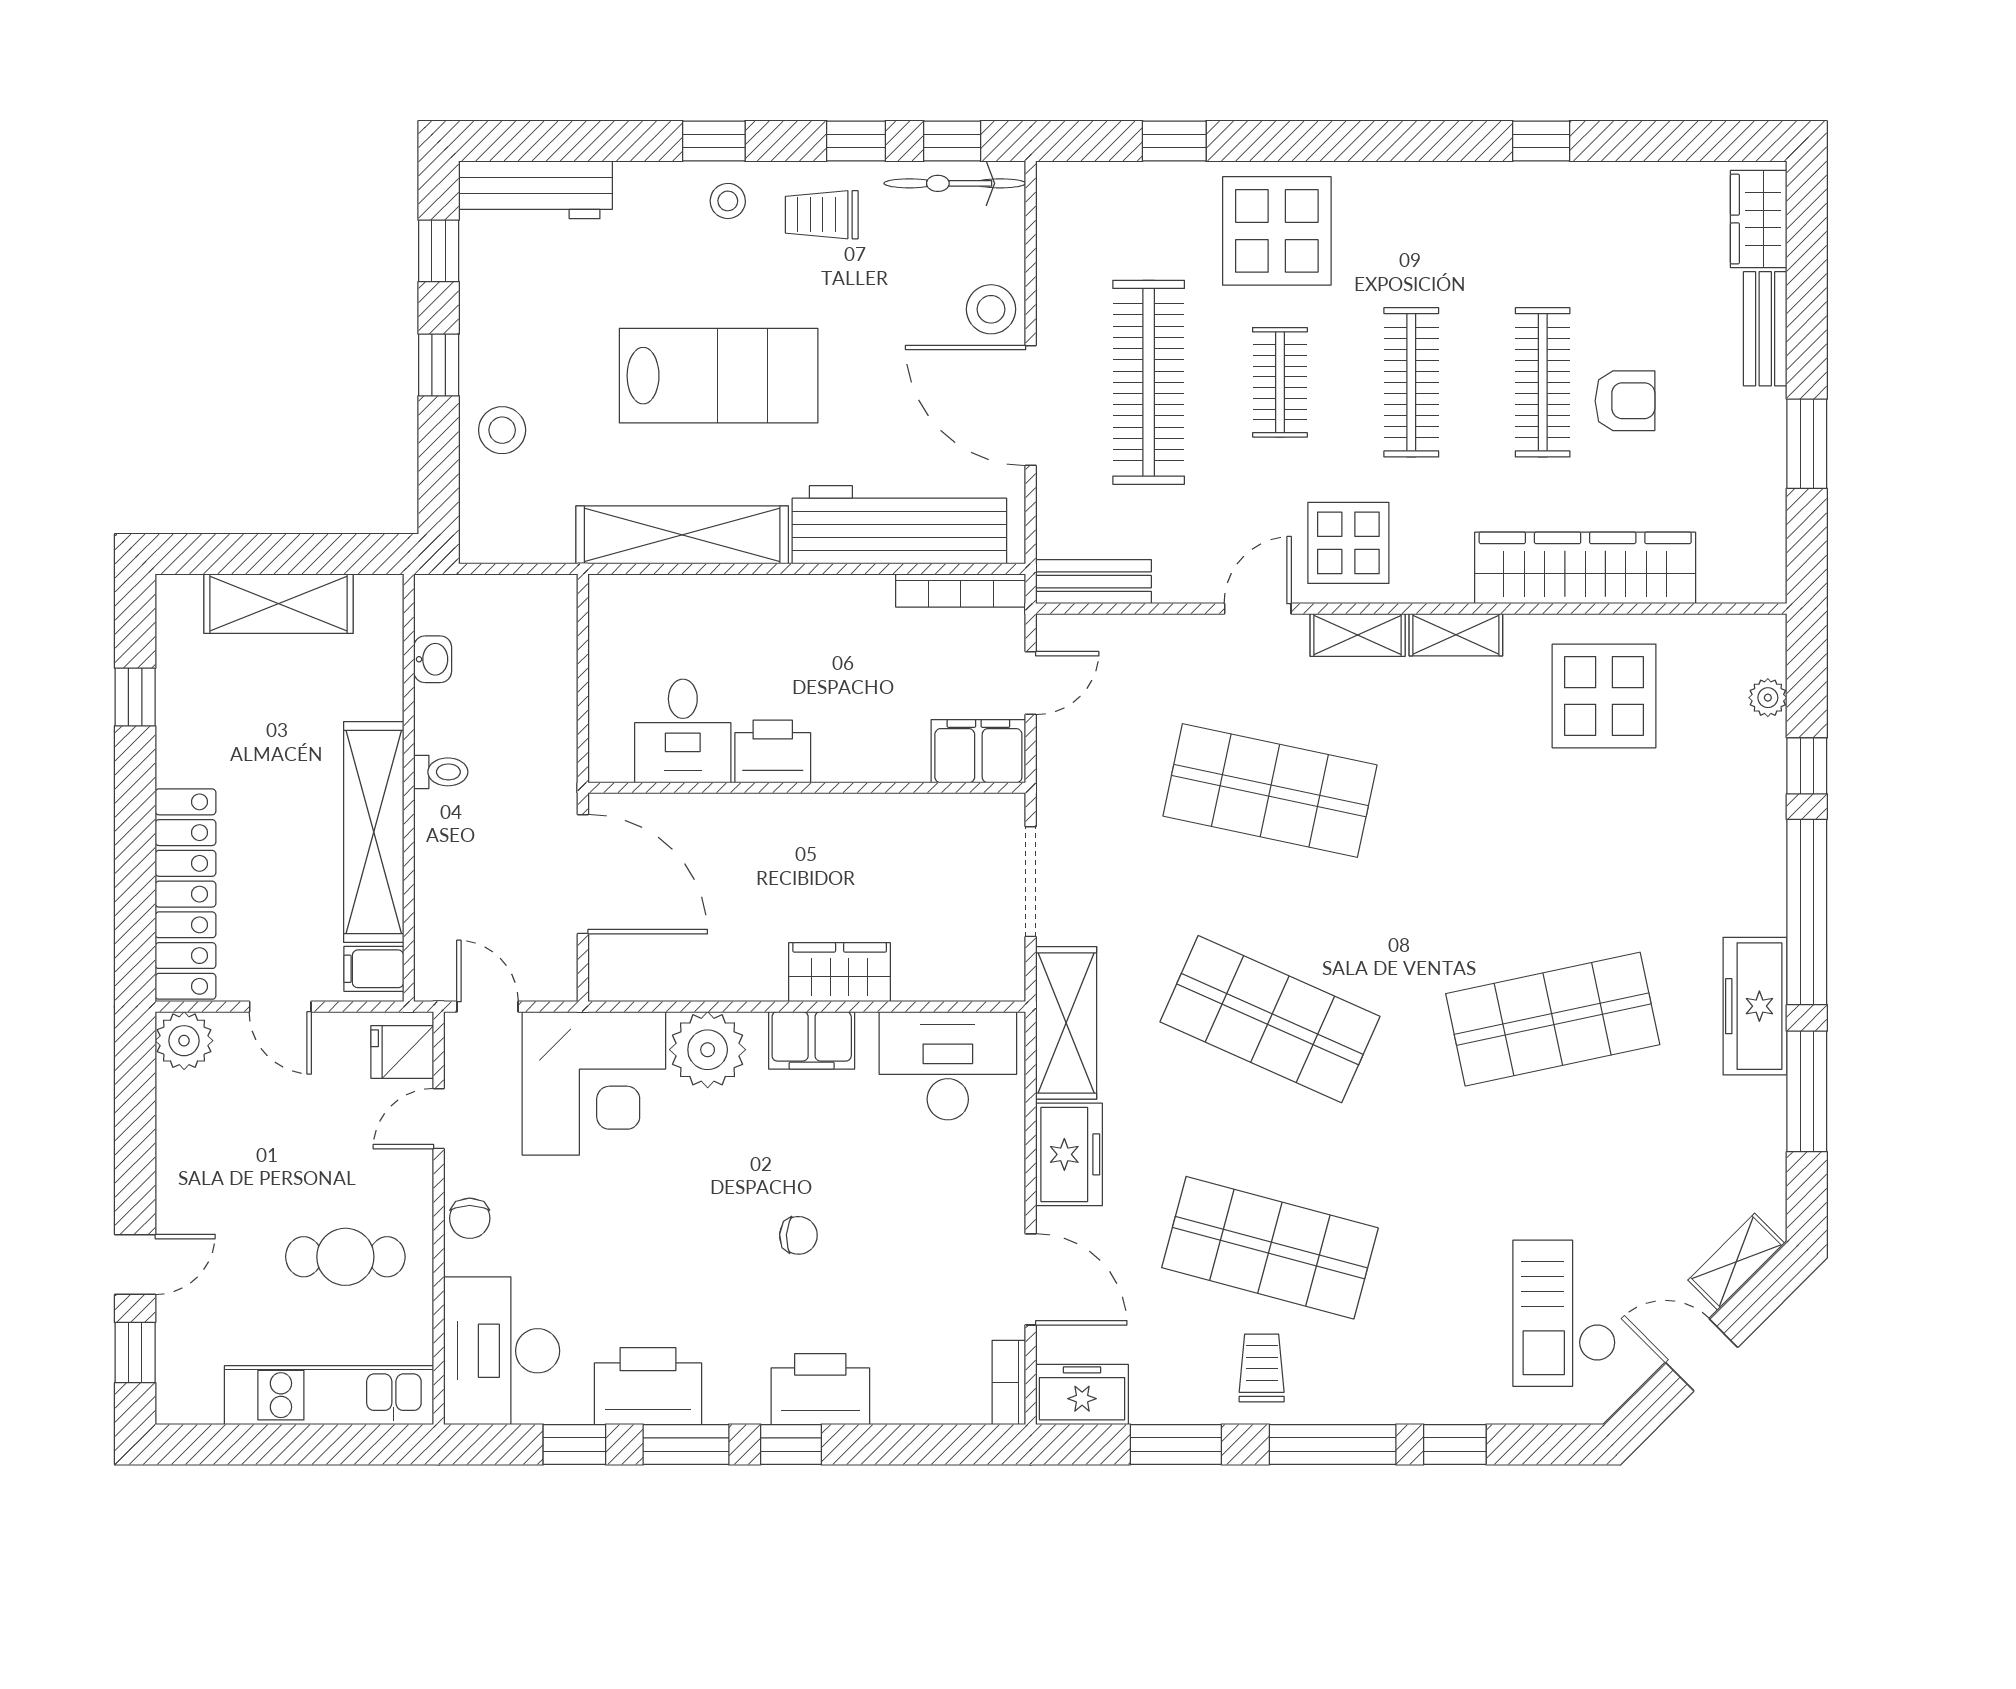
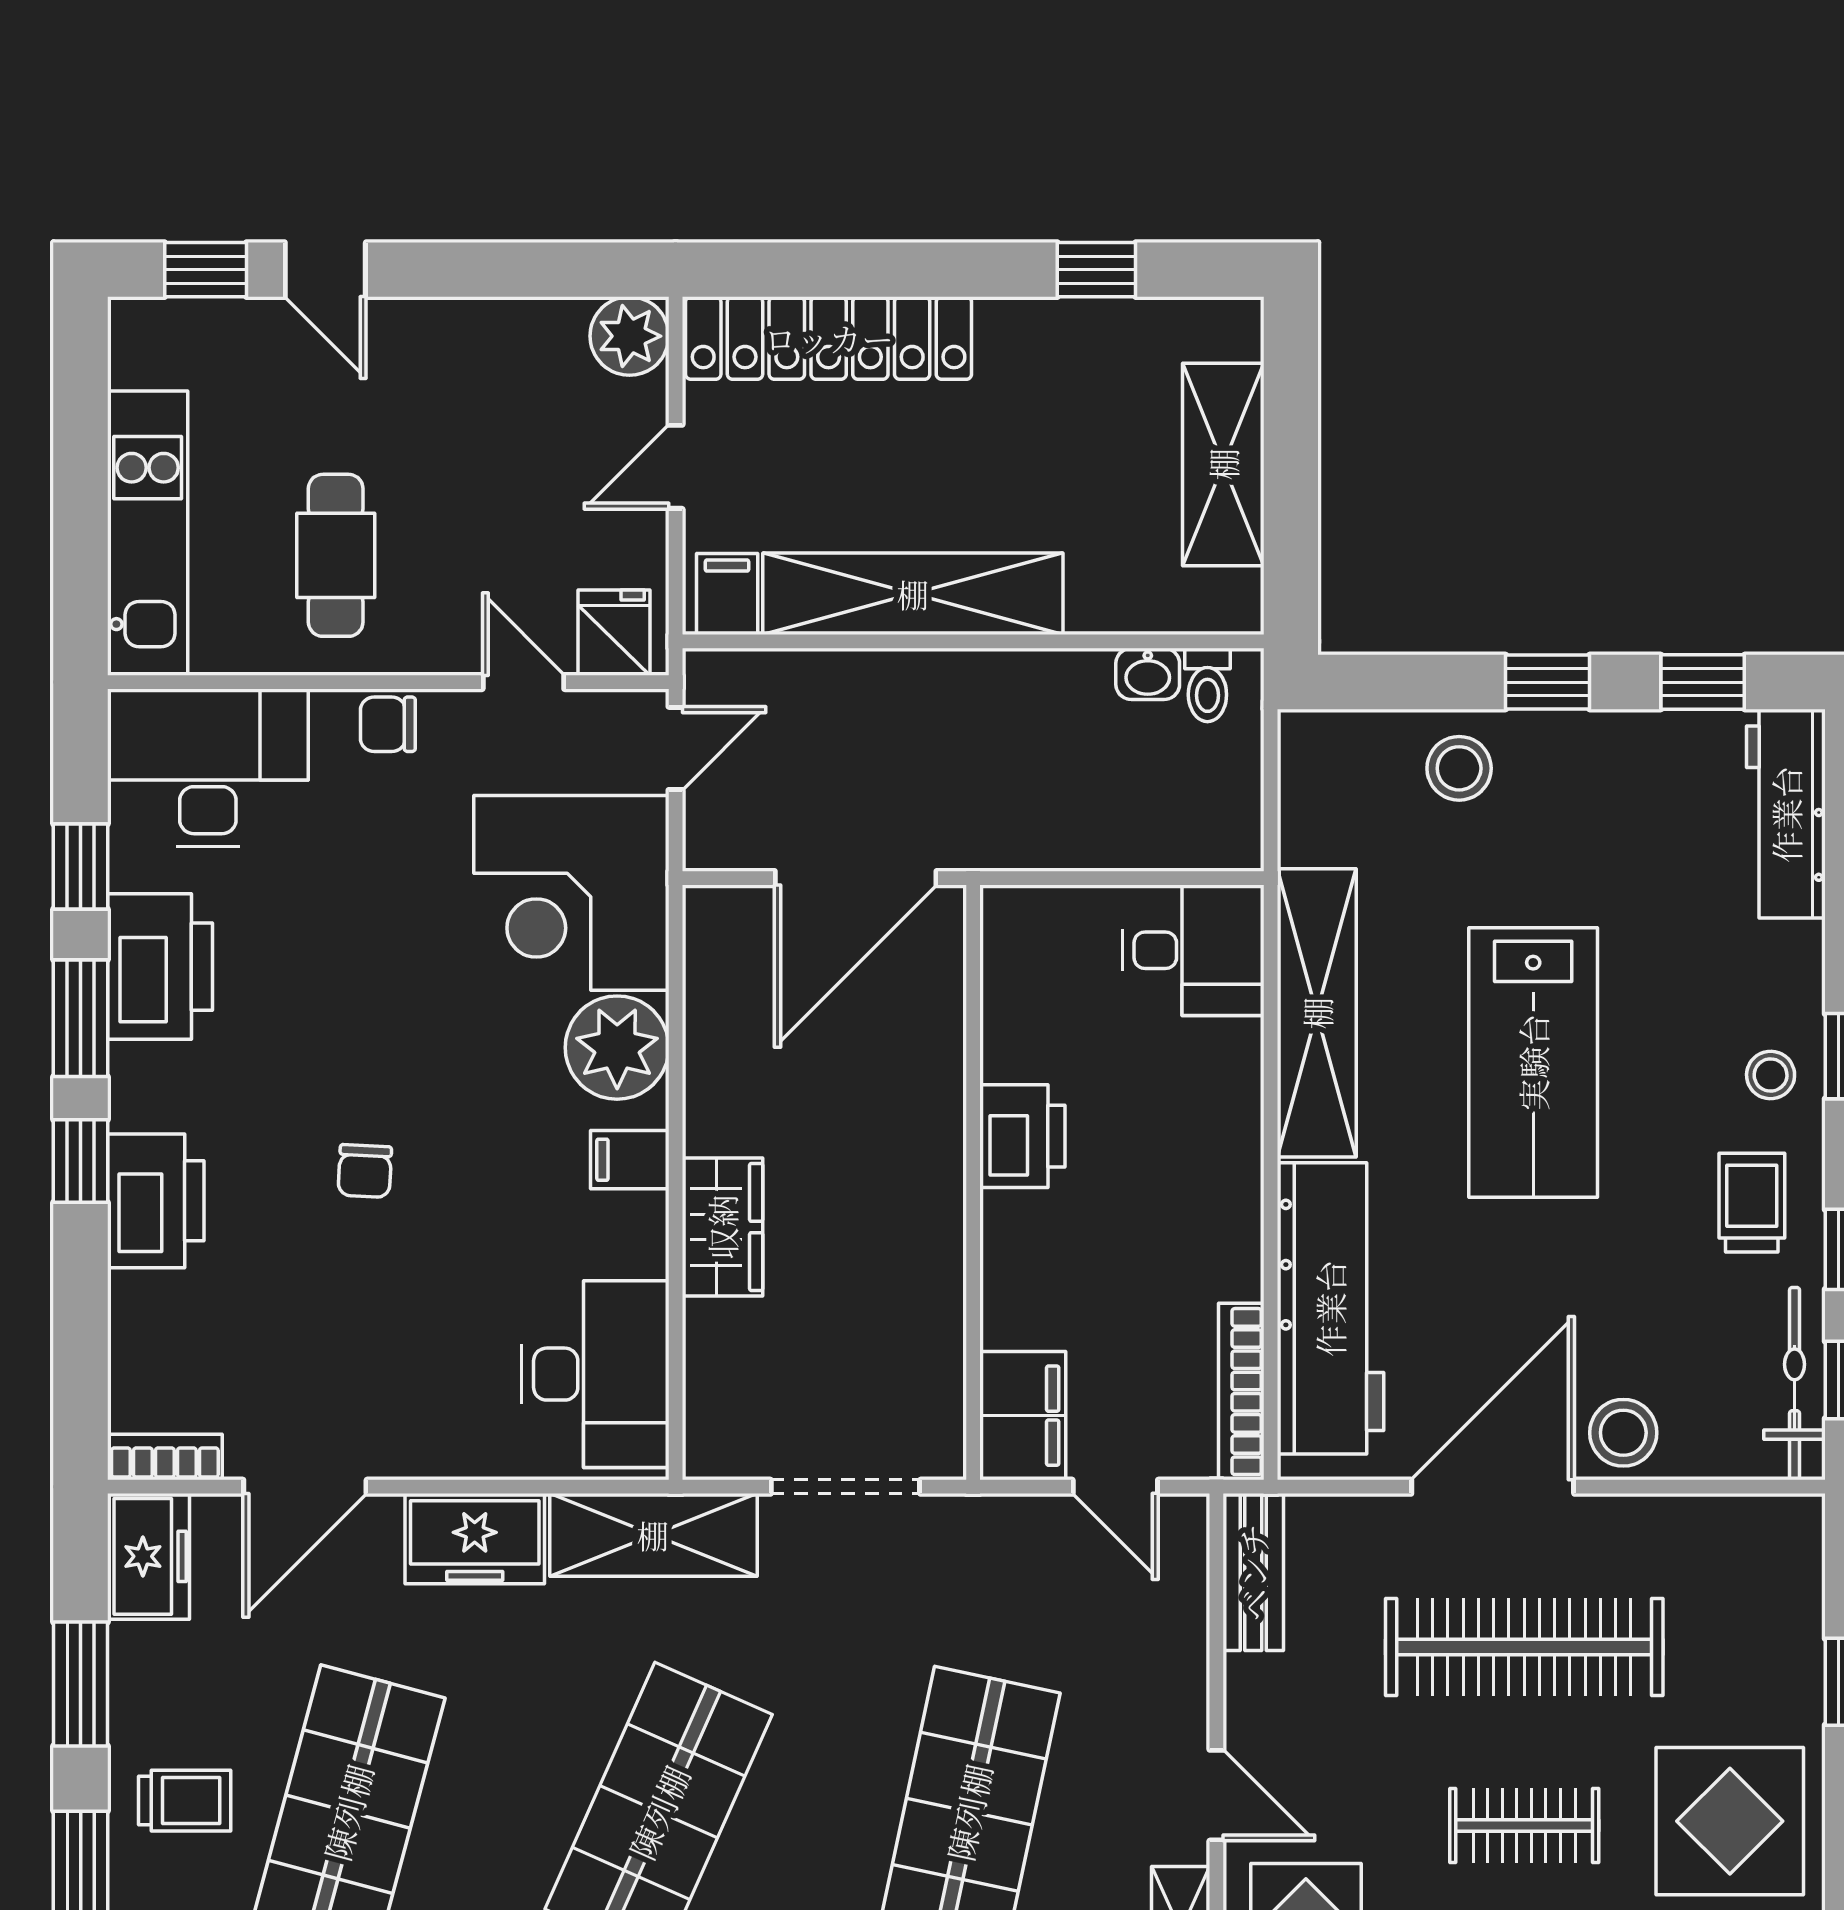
desk: (683, 731) -> (1193, 950), moved, turned 180
toilet: (441, 772) -> (1207, 685), moved
filing cabinet: (812, 1040) -> (630, 1160), width x0.50

